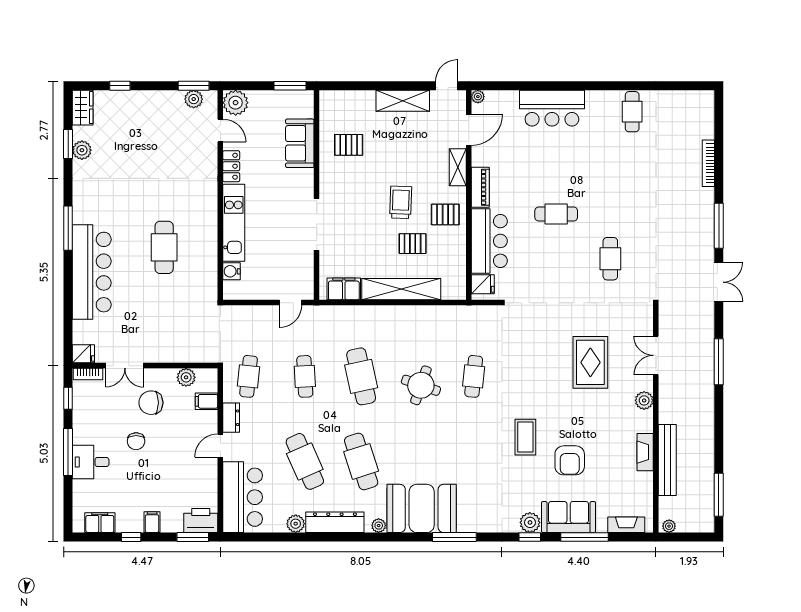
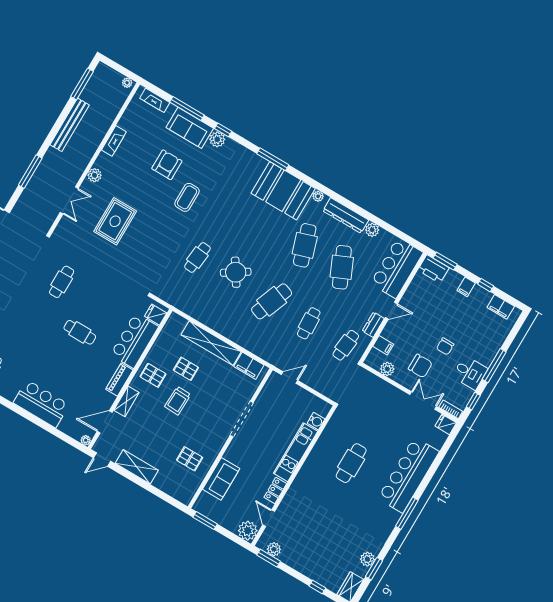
cafe table: (361, 376) -> (272, 301), turned 33
round table: (421, 385) -> (236, 272), turned 38
chair: (136, 441) -> (445, 346), turned 180
bench: (667, 460) -> (70, 125), moved
desk: (91, 462) -> (470, 373), moved

